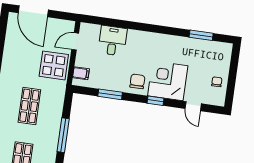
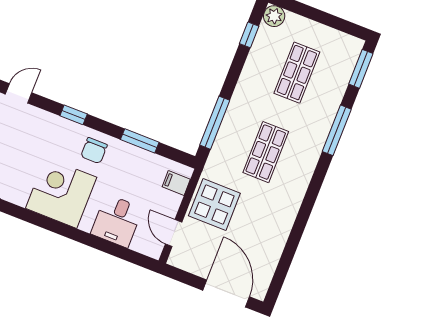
door: (75, 41) -> (174, 233), swing flipped
corner desk: (168, 81) -> (61, 193), moved, turned 180
door: (193, 106) -> (19, 93), hinge flipped
window: (63, 135) -> (215, 123), moved

